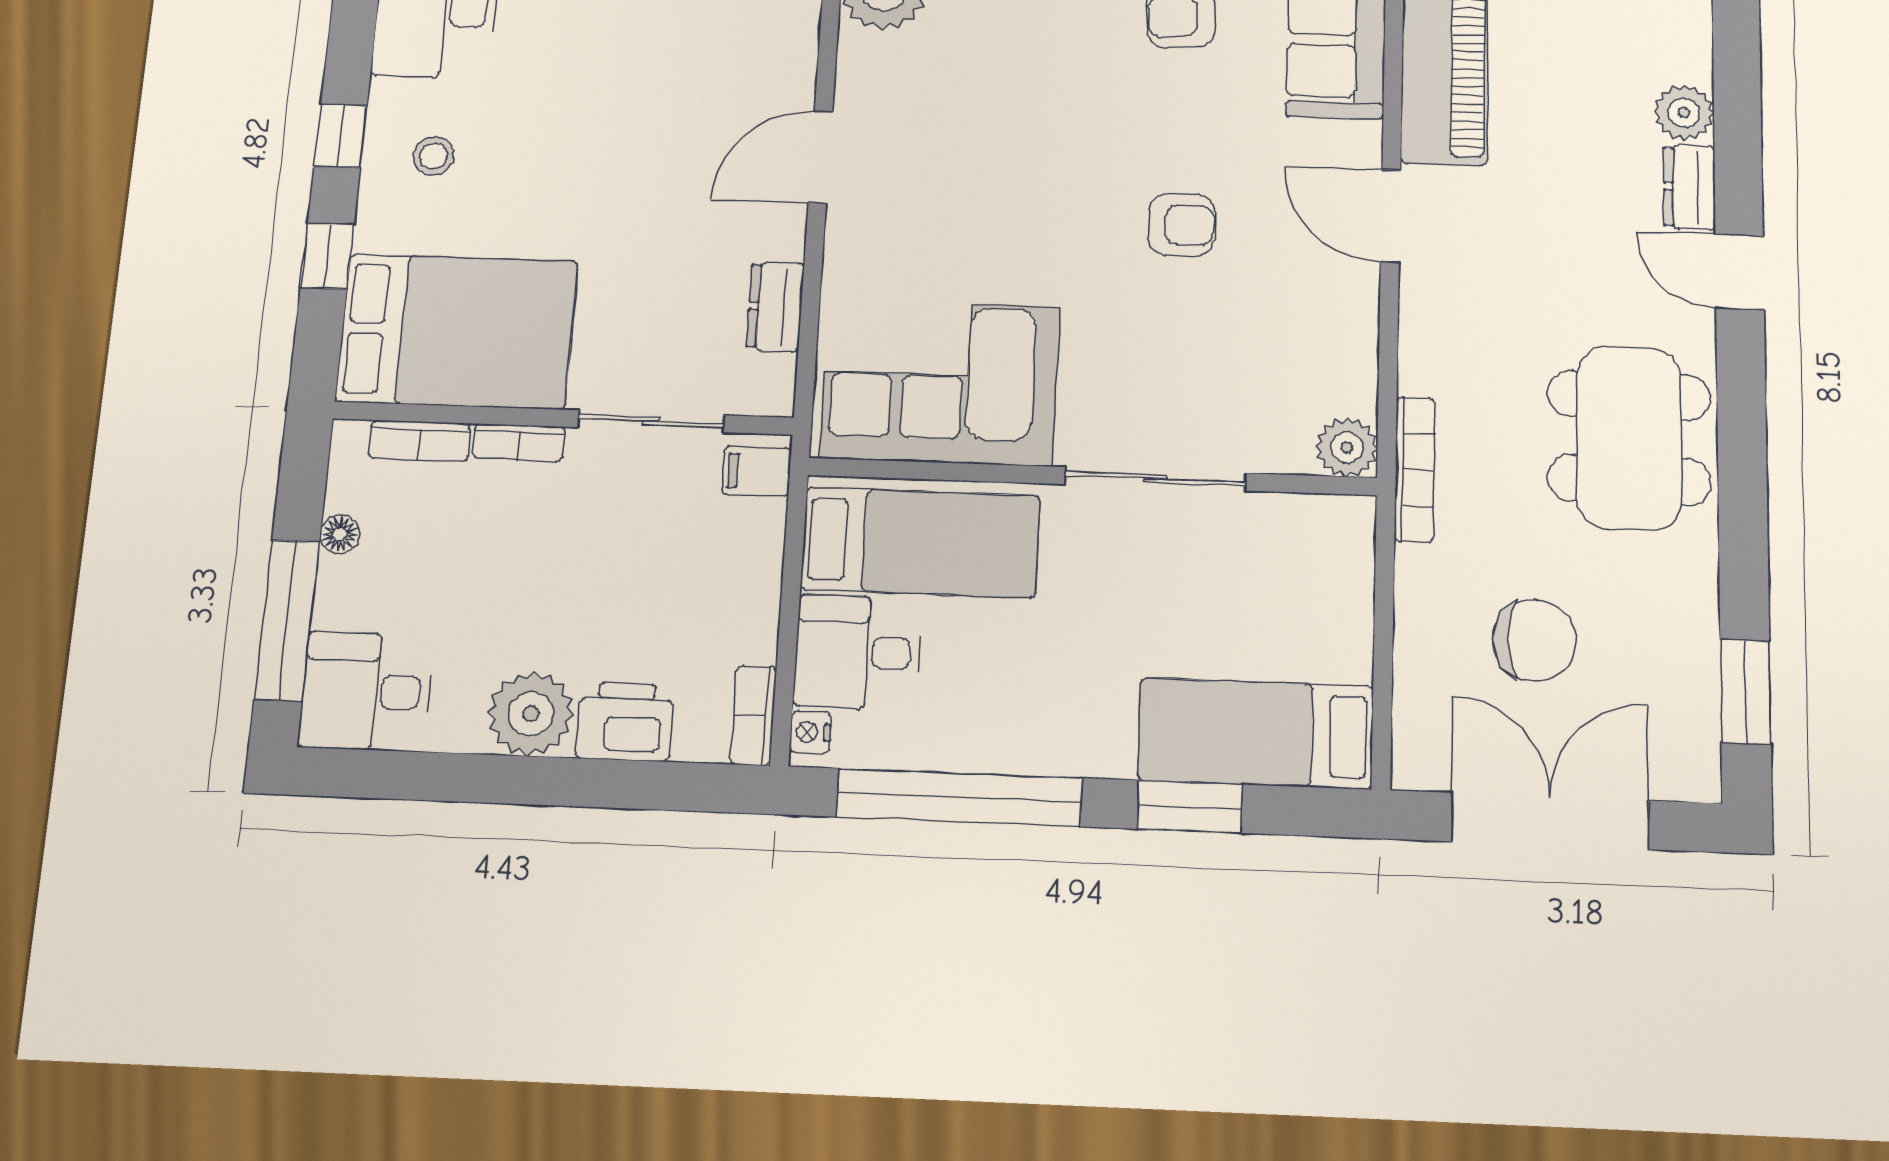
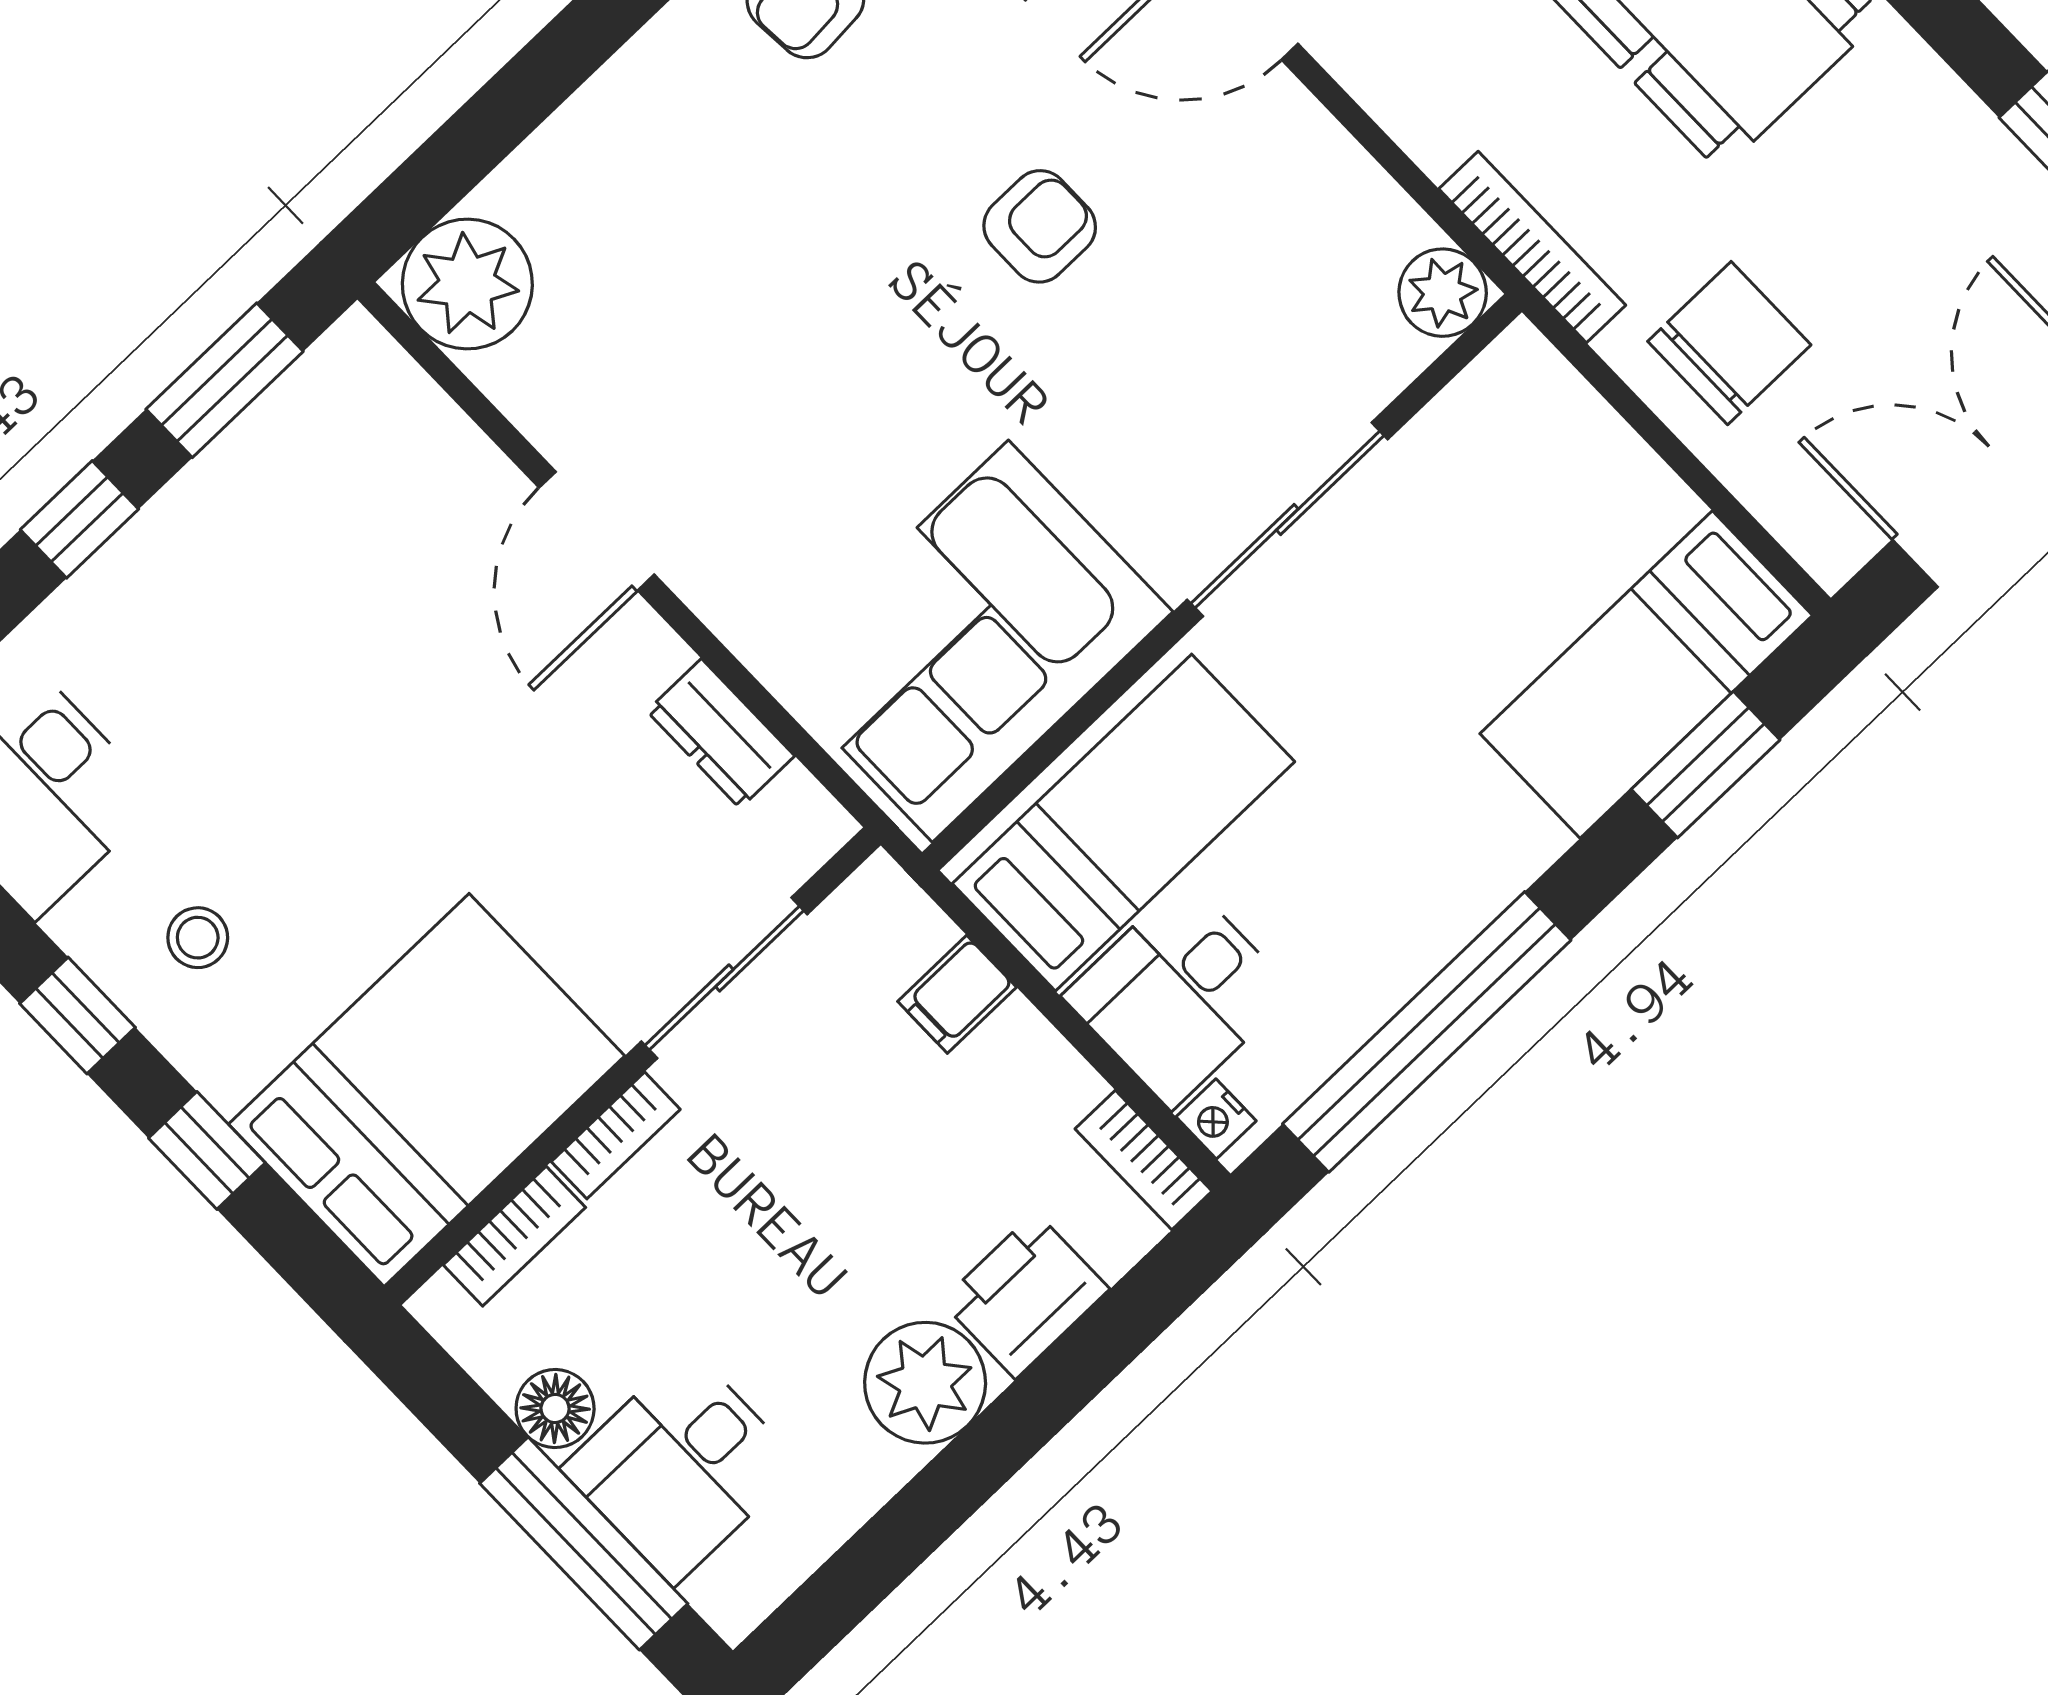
filing cabinet: (757, 471) -> (957, 994), moved
floor lamp: (340, 534) -> (555, 1409), width x1.37, depth x1.37
chair: (1534, 640) -> (1729, 343), moved
desk: (366, 691) -> (681, 1467), moved
window: (1190, 807) -> (1706, 765), moved

